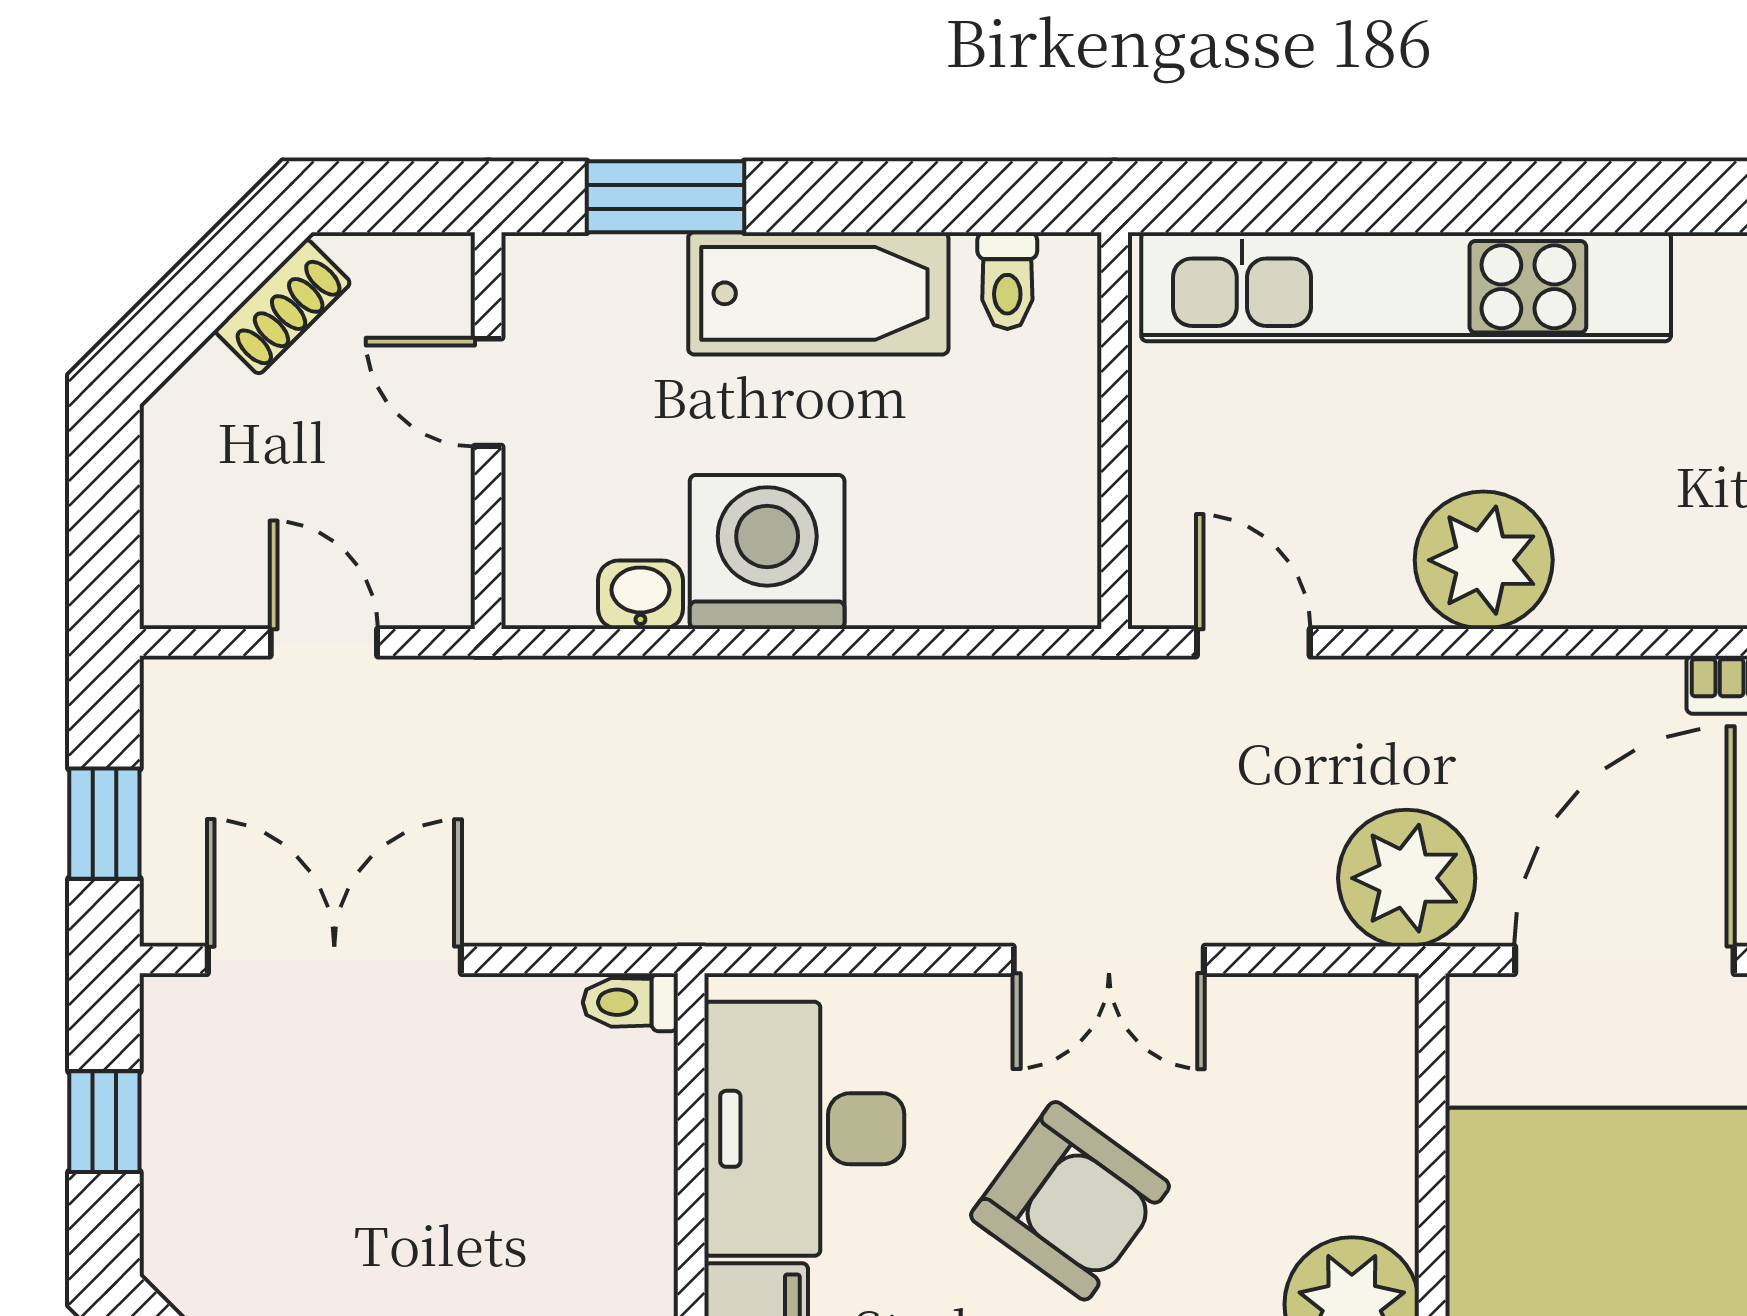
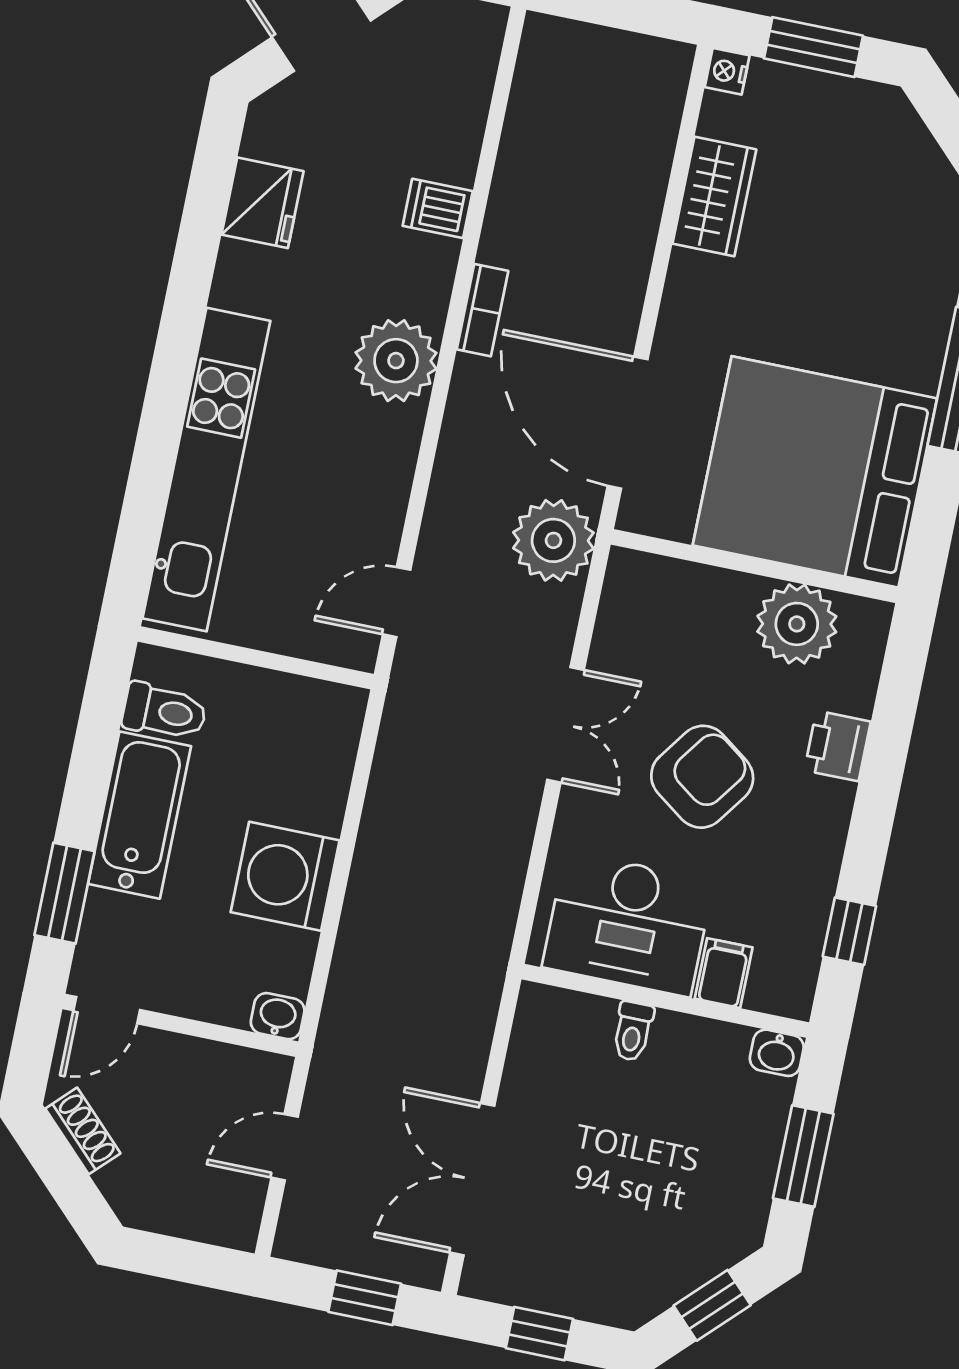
toilet: (1007, 281) -> (164, 711), width x1.37, depth x1.39
door: (488, 392) -> (107, 1010), moved
plant: (1484, 560) -> (396, 361), moved
washbasin: (640, 595) -> (278, 1016), moved, turned 90
toilet: (630, 1002) -> (633, 1031), moved

